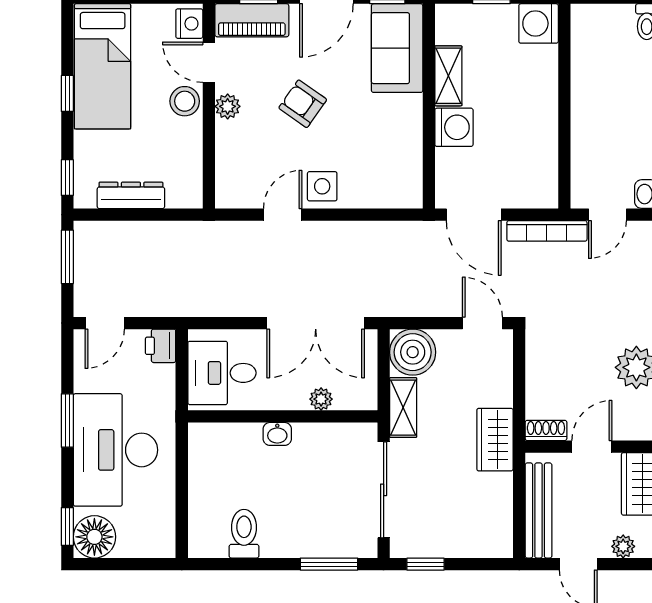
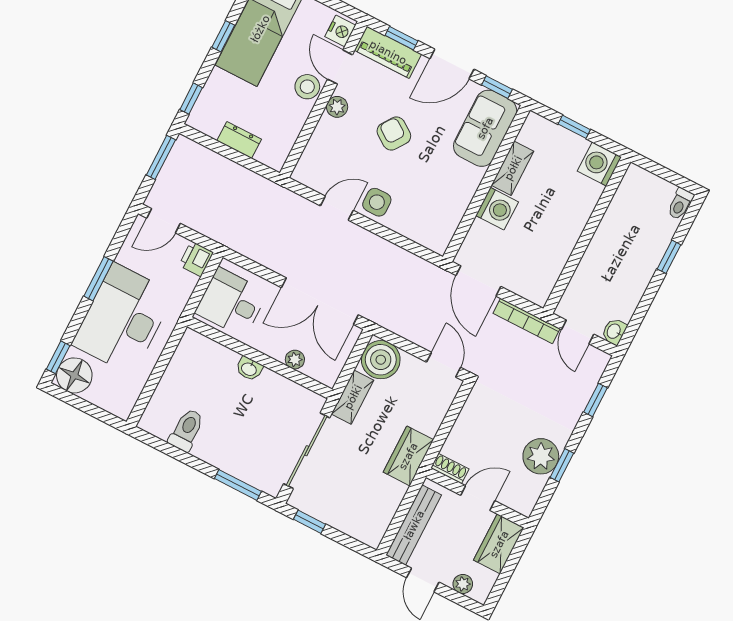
dresser: (131, 195) -> (239, 140), width x0.70
door: (607, 215) -> (578, 332), hinge flipped

